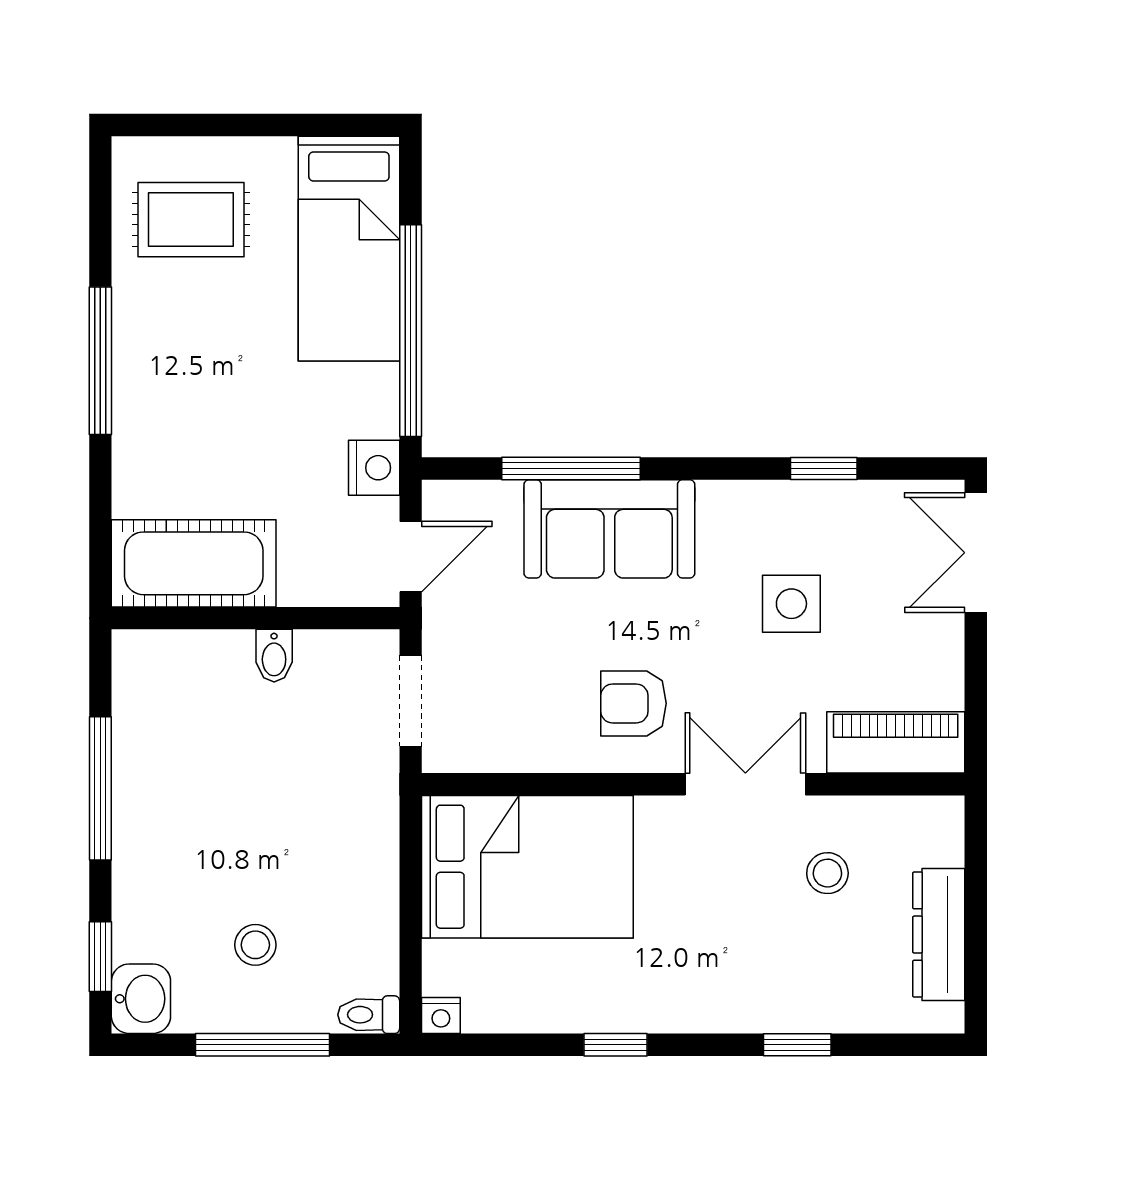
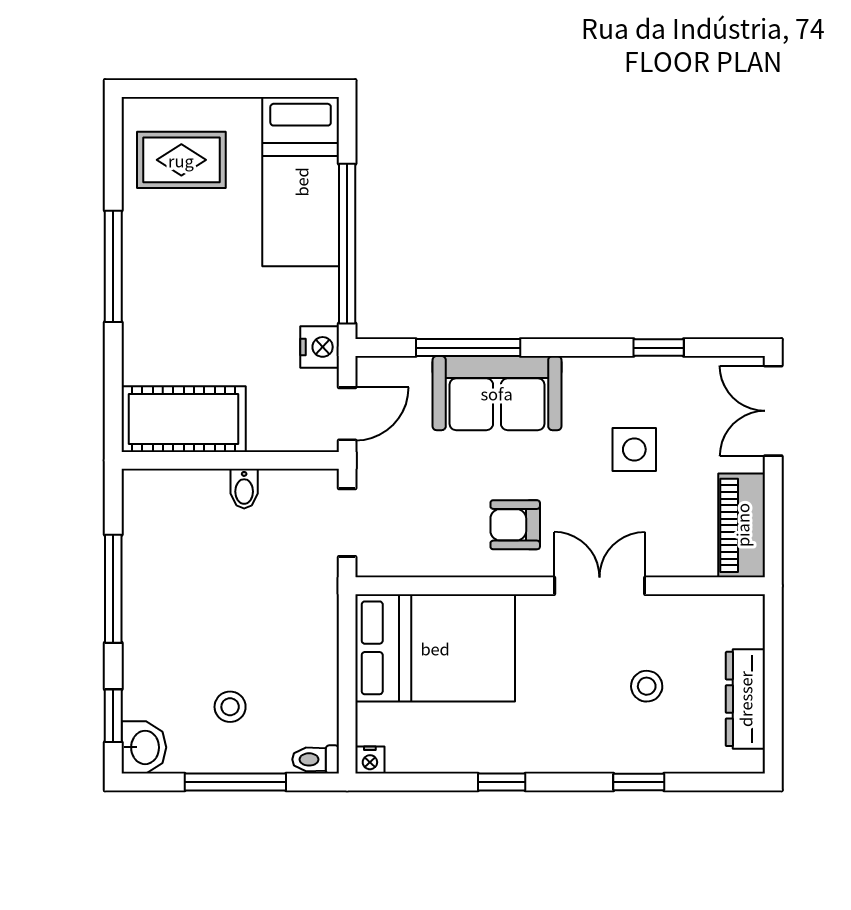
piano: (896, 742) -> (742, 525), moved, turned -90
stool: (827, 873) -> (647, 686), moved

